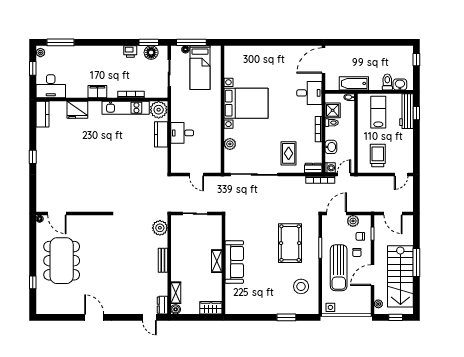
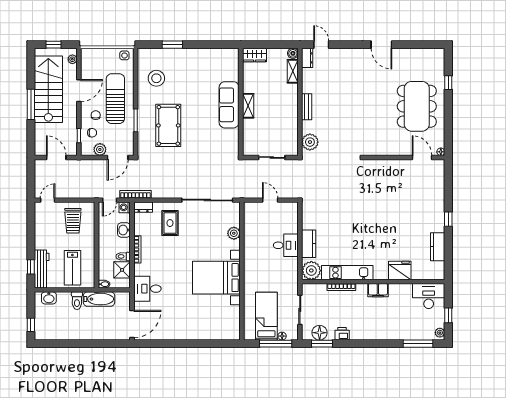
toilet: (387, 82) -> (77, 301), moved
kitchen counter: (42, 114) -> (438, 247), moved

